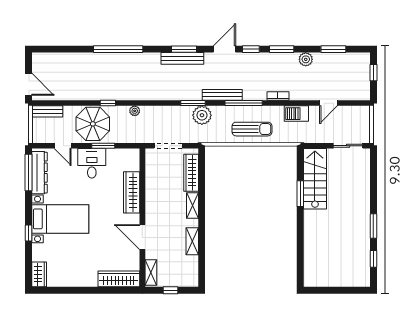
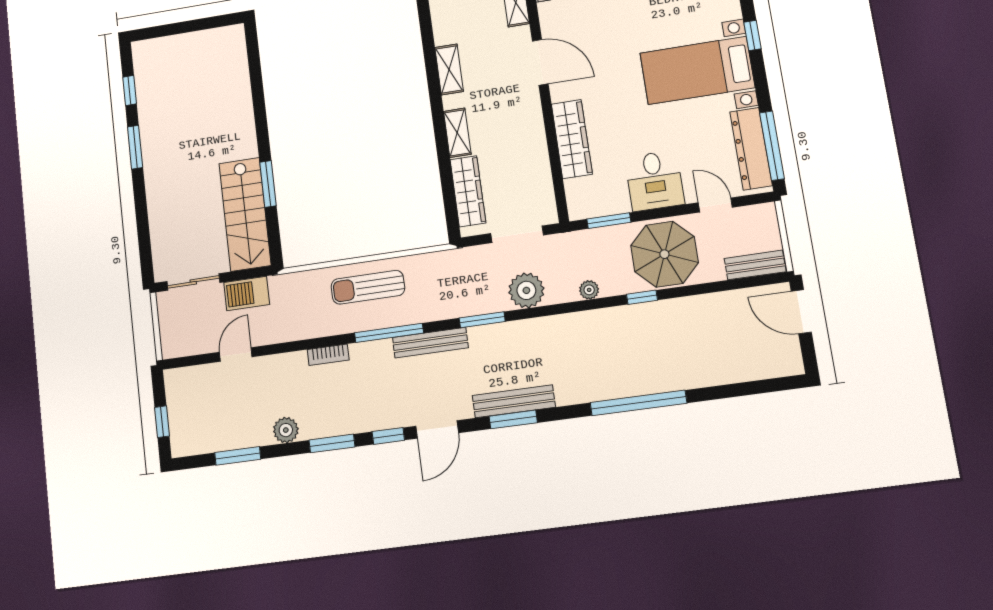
barbecue: (296, 114) -> (247, 293), moved, turned 180
plant: (202, 115) -> (526, 290), moved
window: (103, 146) -> (609, 221), moved

